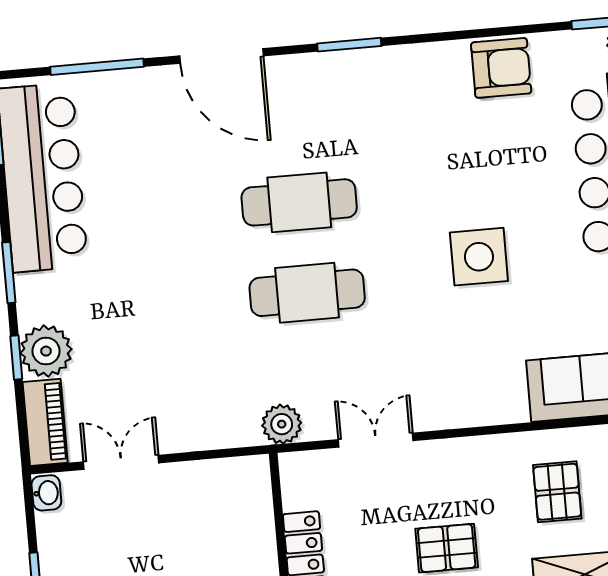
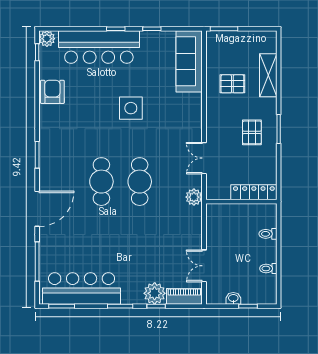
washbasin: (46, 493) -> (233, 298), moved

